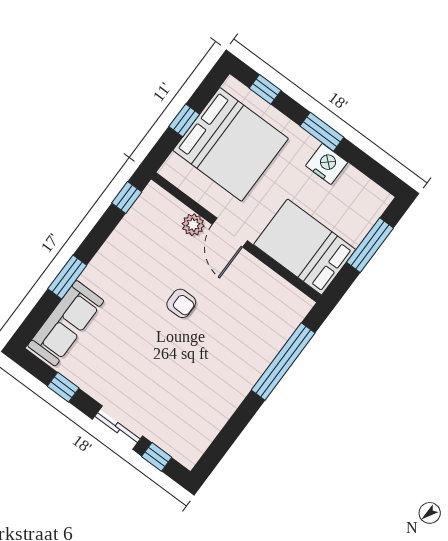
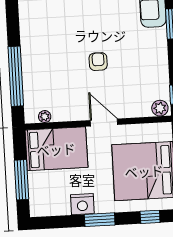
plant: (193, 225) -> (160, 108), moved
plant: (288, 292) -> (45, 117), added
armchair: (181, 303) -> (98, 62), turned 90

